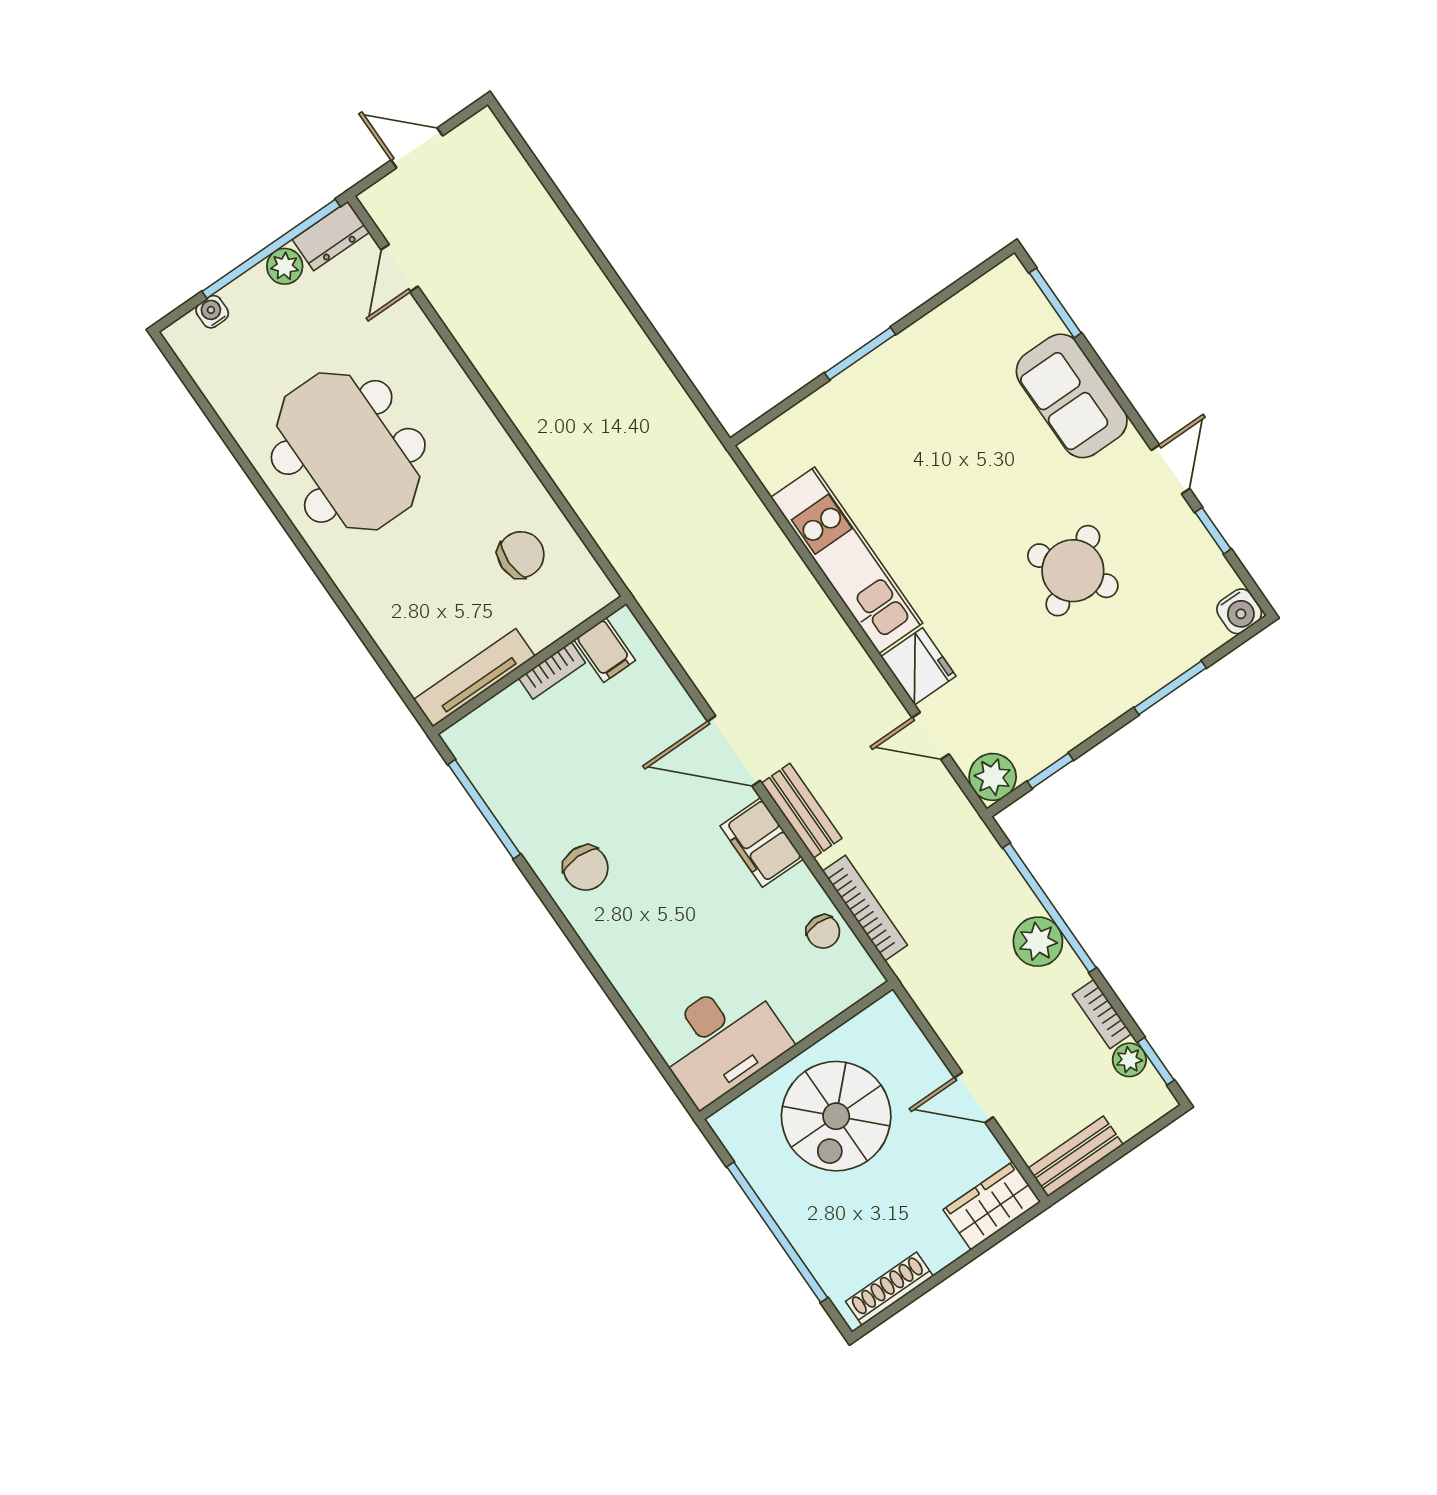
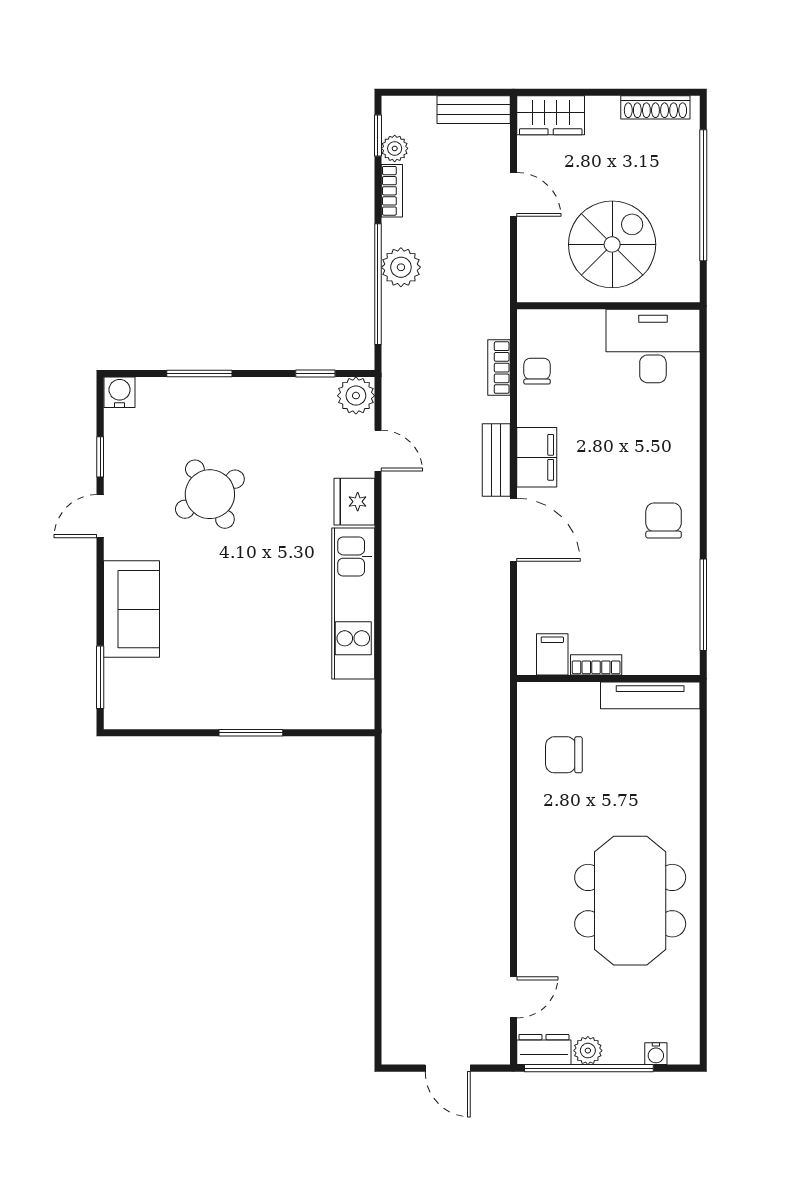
bookcase: (865, 908) -> (499, 368), width x0.64

